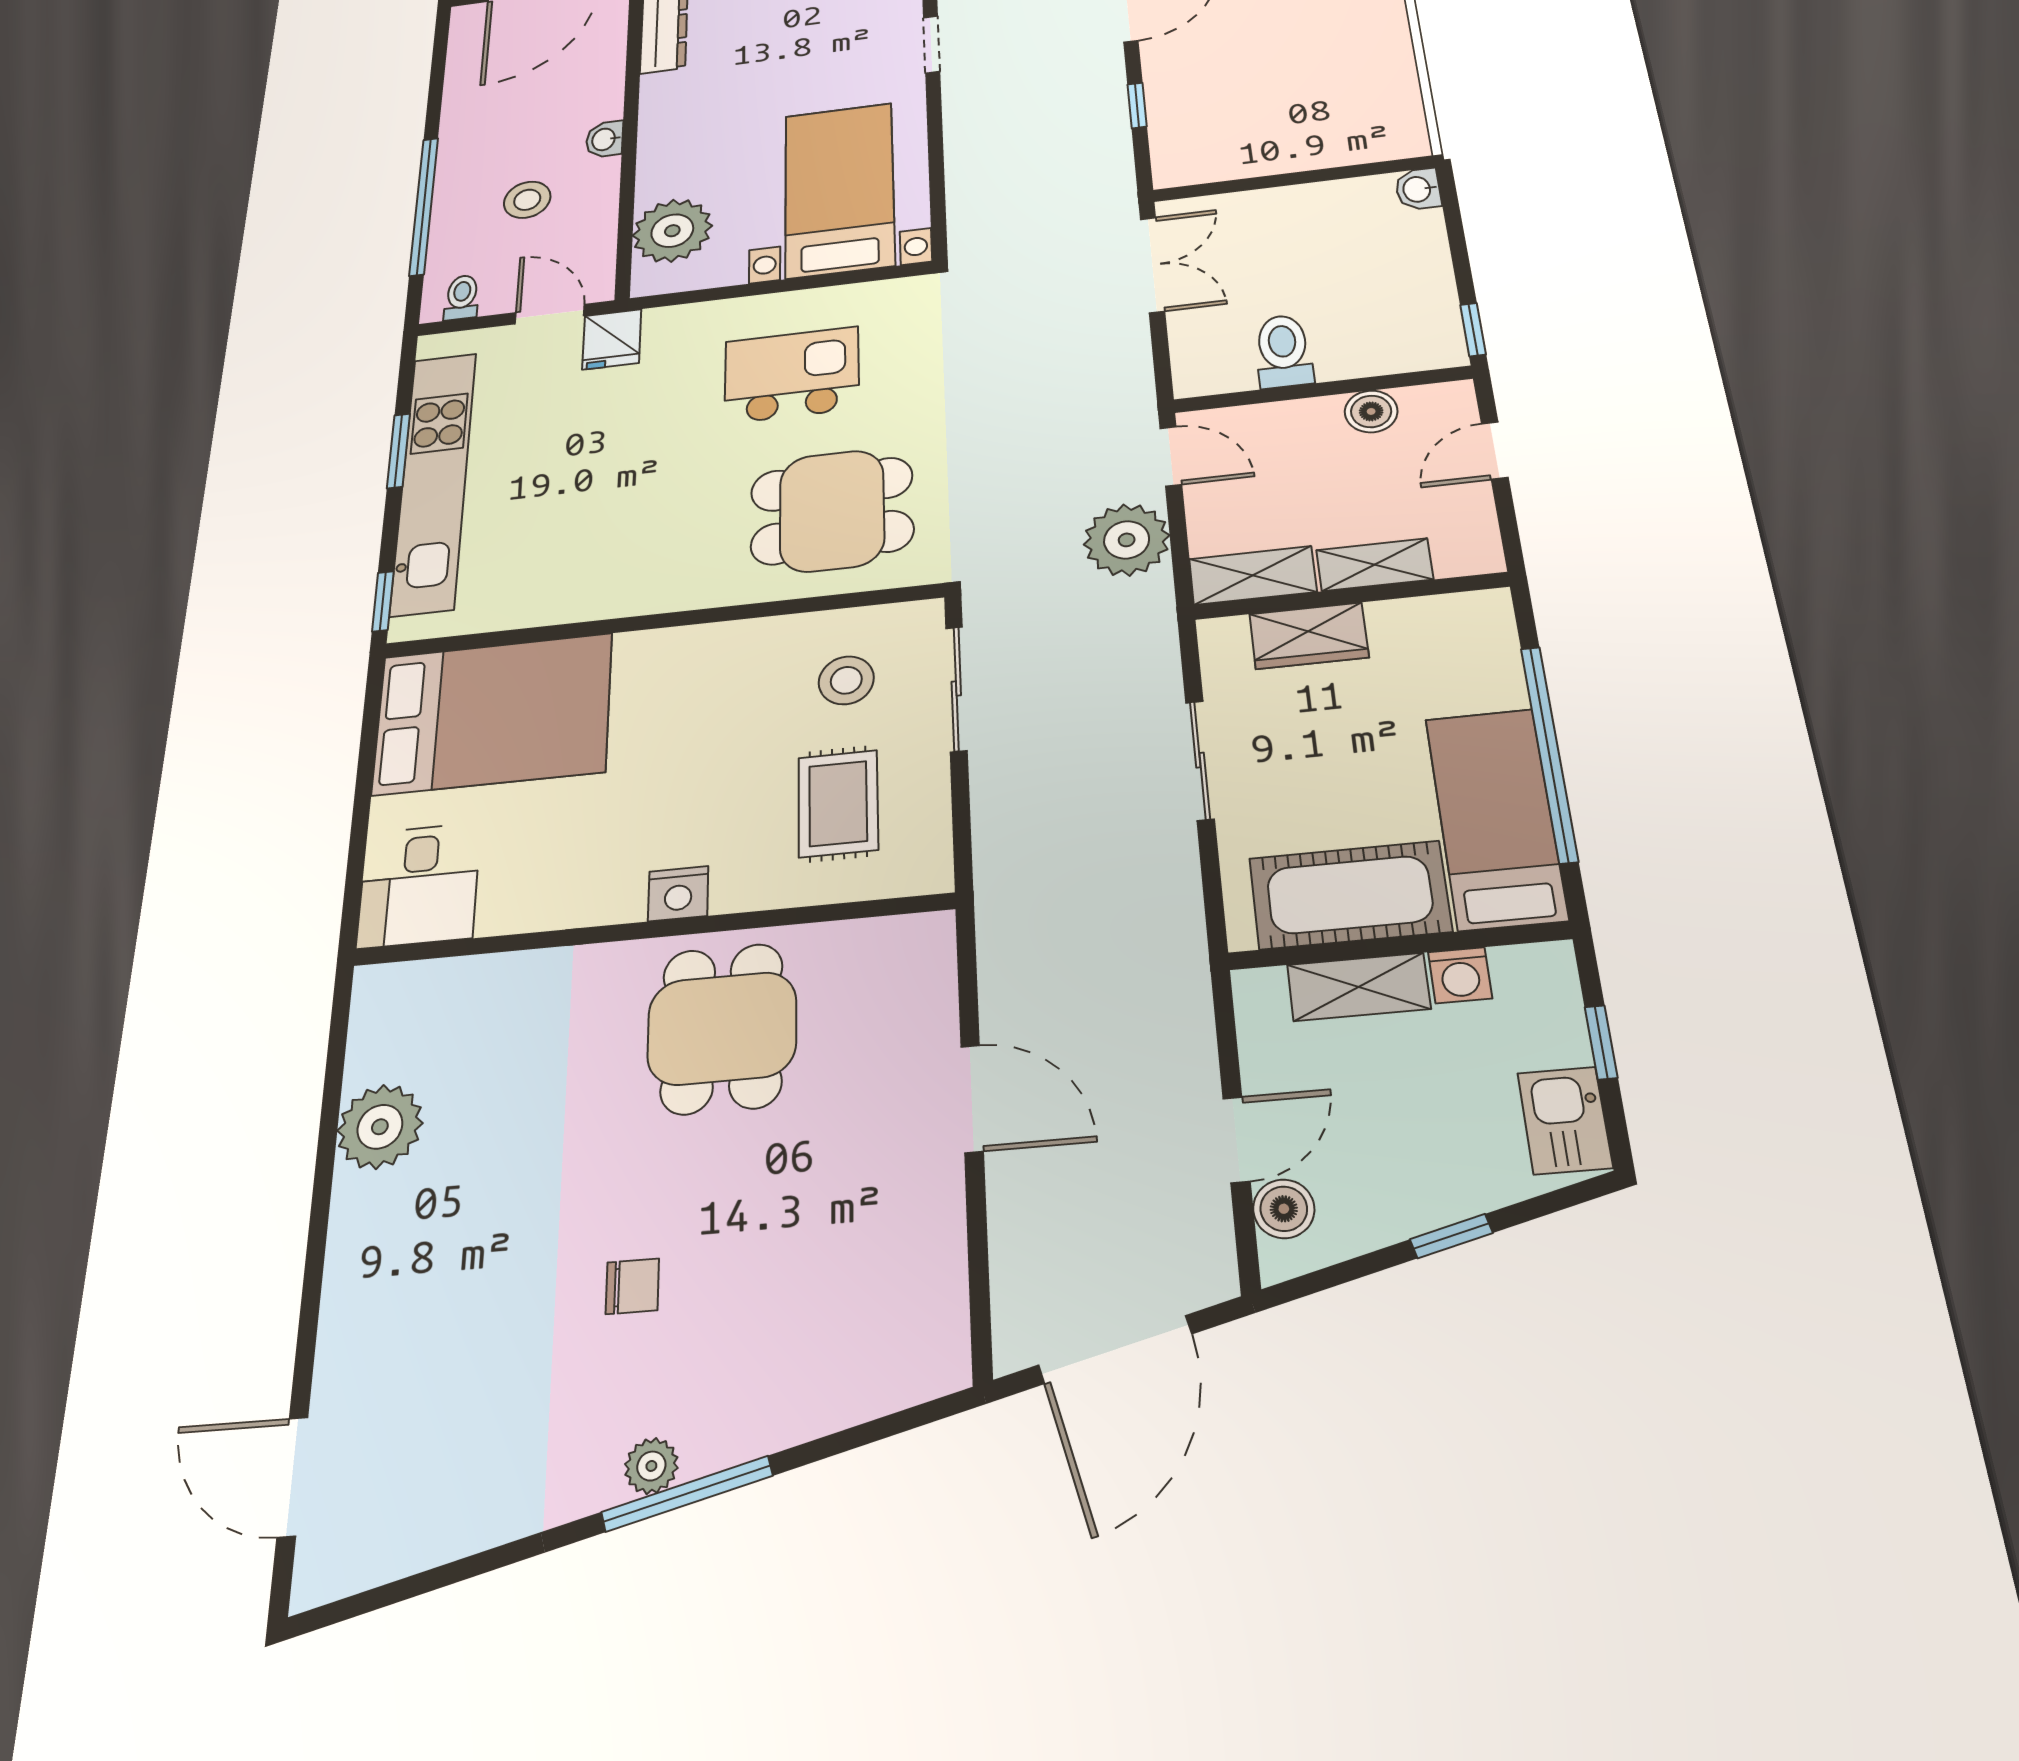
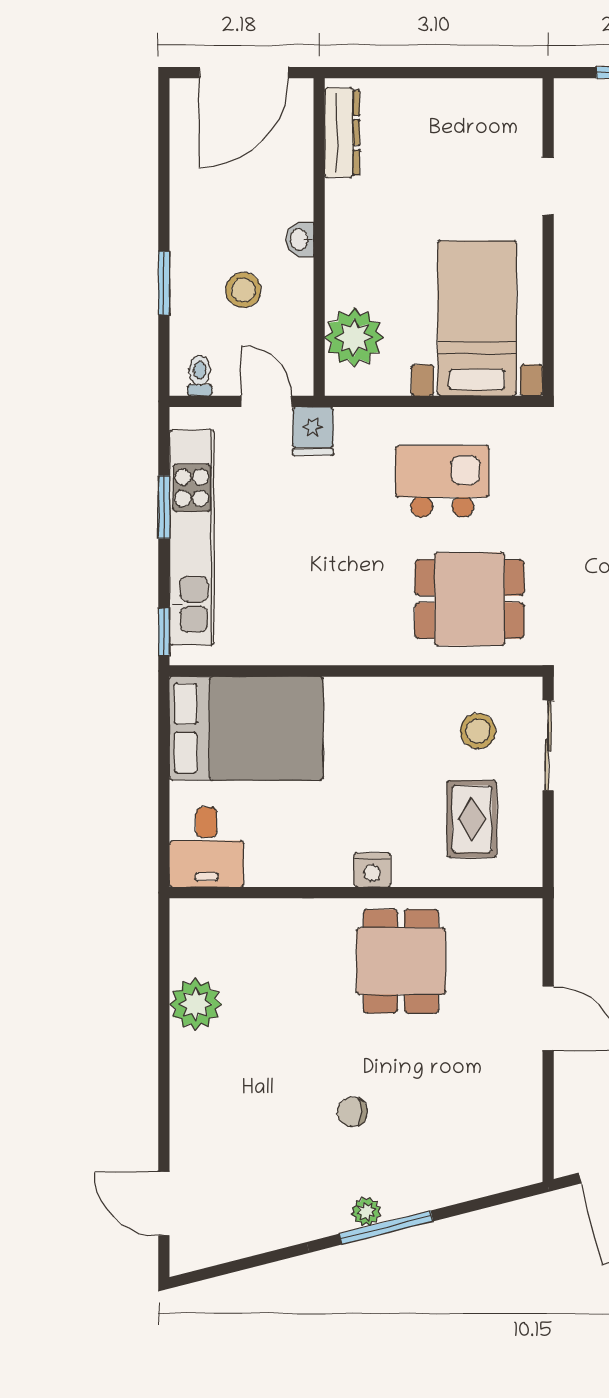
window: (424, 206) -> (164, 283), width x0.47
chair: (632, 1286) -> (352, 1112), turned 180

